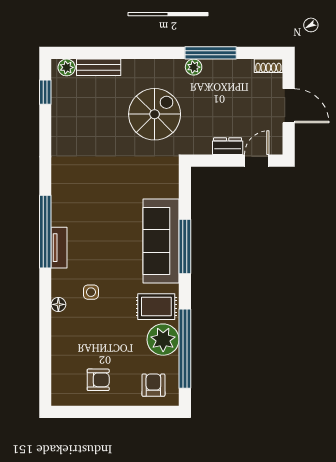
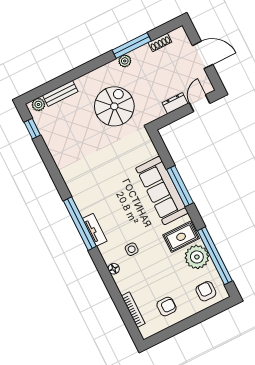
shoe rack: (268, 66) -> (160, 42), moved
bookcase: (57, 364) -> (133, 310), added

